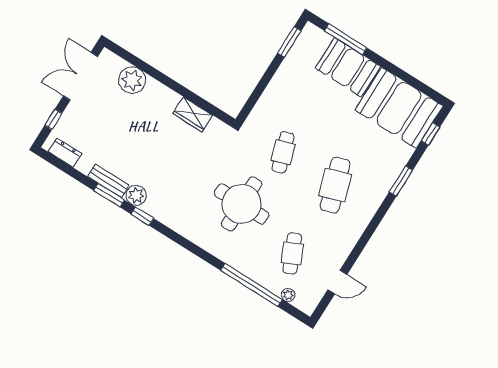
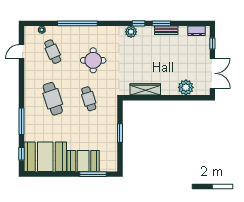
window: (289, 42) -> (120, 133), moved
wardrobe: (193, 114) -> (145, 89), width x1.50
window: (401, 181) -> (22, 121), width x1.44
plant: (136, 195) -> (131, 32), moved
round table: (242, 204) -> (93, 60), width x0.73, depth x0.73
window: (251, 285) -> (77, 23), moved

